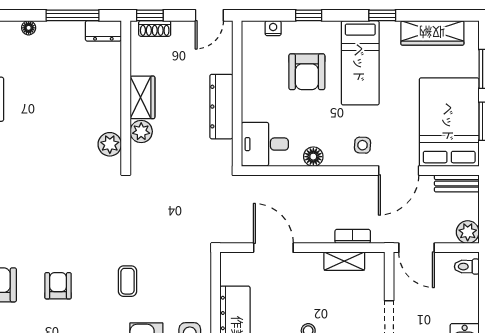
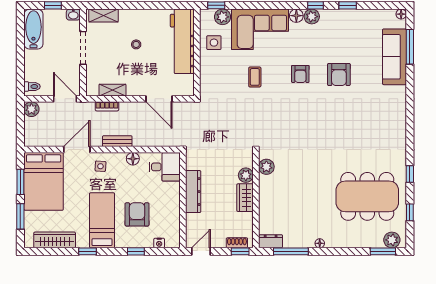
bench: (457, 183) -> (117, 141), moved

